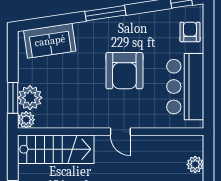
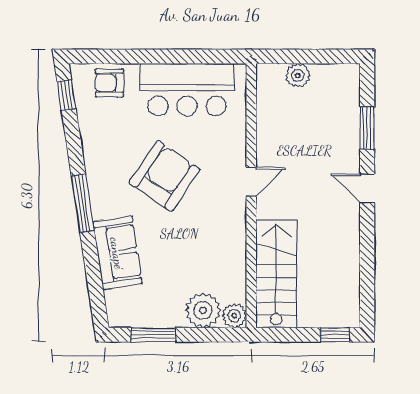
sofa: (50, 41) -> (117, 253), moved
armchair: (124, 71) -> (164, 176), turned -56
window: (13, 98) -> (153, 335), moved

